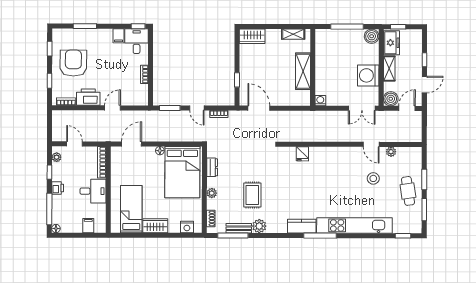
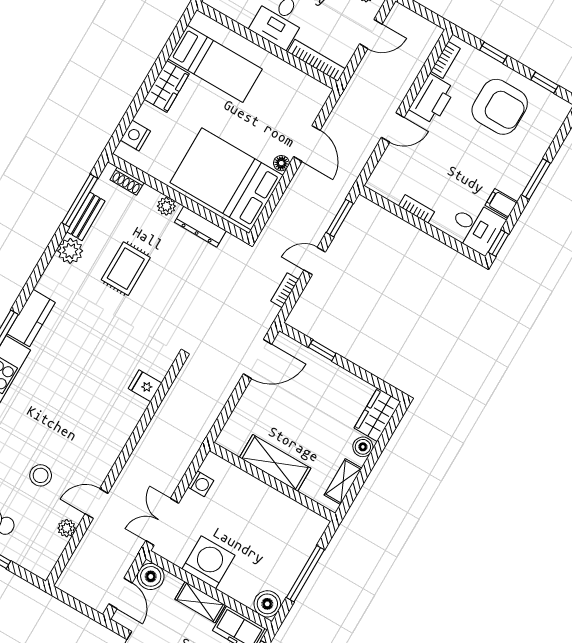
window: (85, 26) -> (536, 179), moved
boiler: (271, 34) -> (363, 447), added
washing machine: (320, 101) -> (201, 484), moved
door: (112, 108) -> (393, 127), hinge flipped
door: (132, 144) -> (307, 143), moved
dresser: (212, 167) -> (200, 227), width x1.44
rug: (252, 195) -> (126, 269), turned 90

